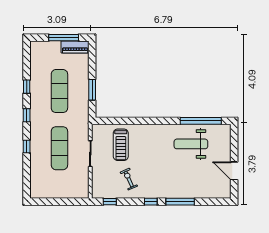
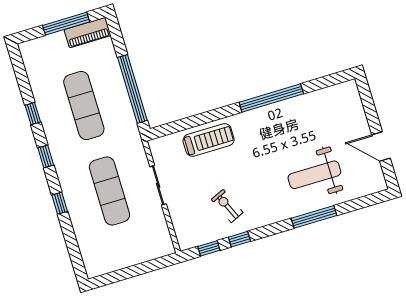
window: (92, 90) -> (132, 89), width x2.11
window: (201, 121) -> (271, 98), moved
weight bench: (191, 144) -> (314, 175), moved
treadmill: (121, 145) -> (209, 140), moved, turned -90
window: (151, 202) -> (239, 239), moved

